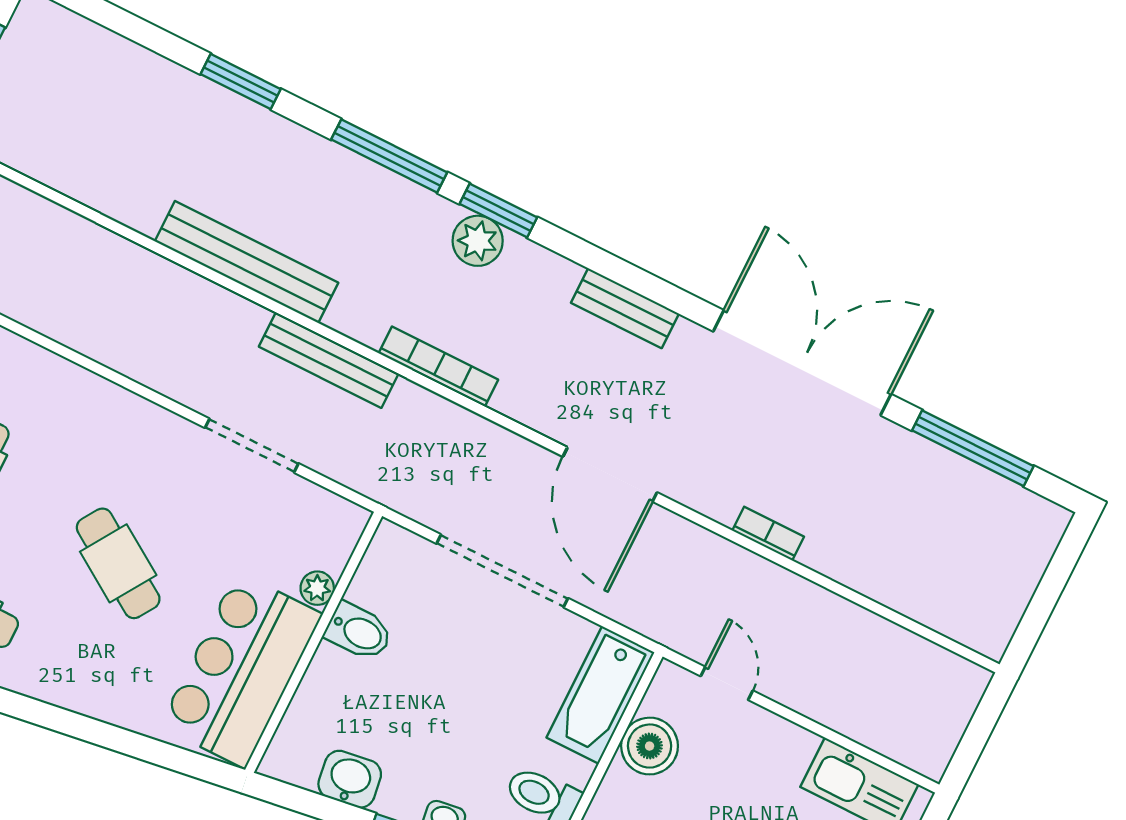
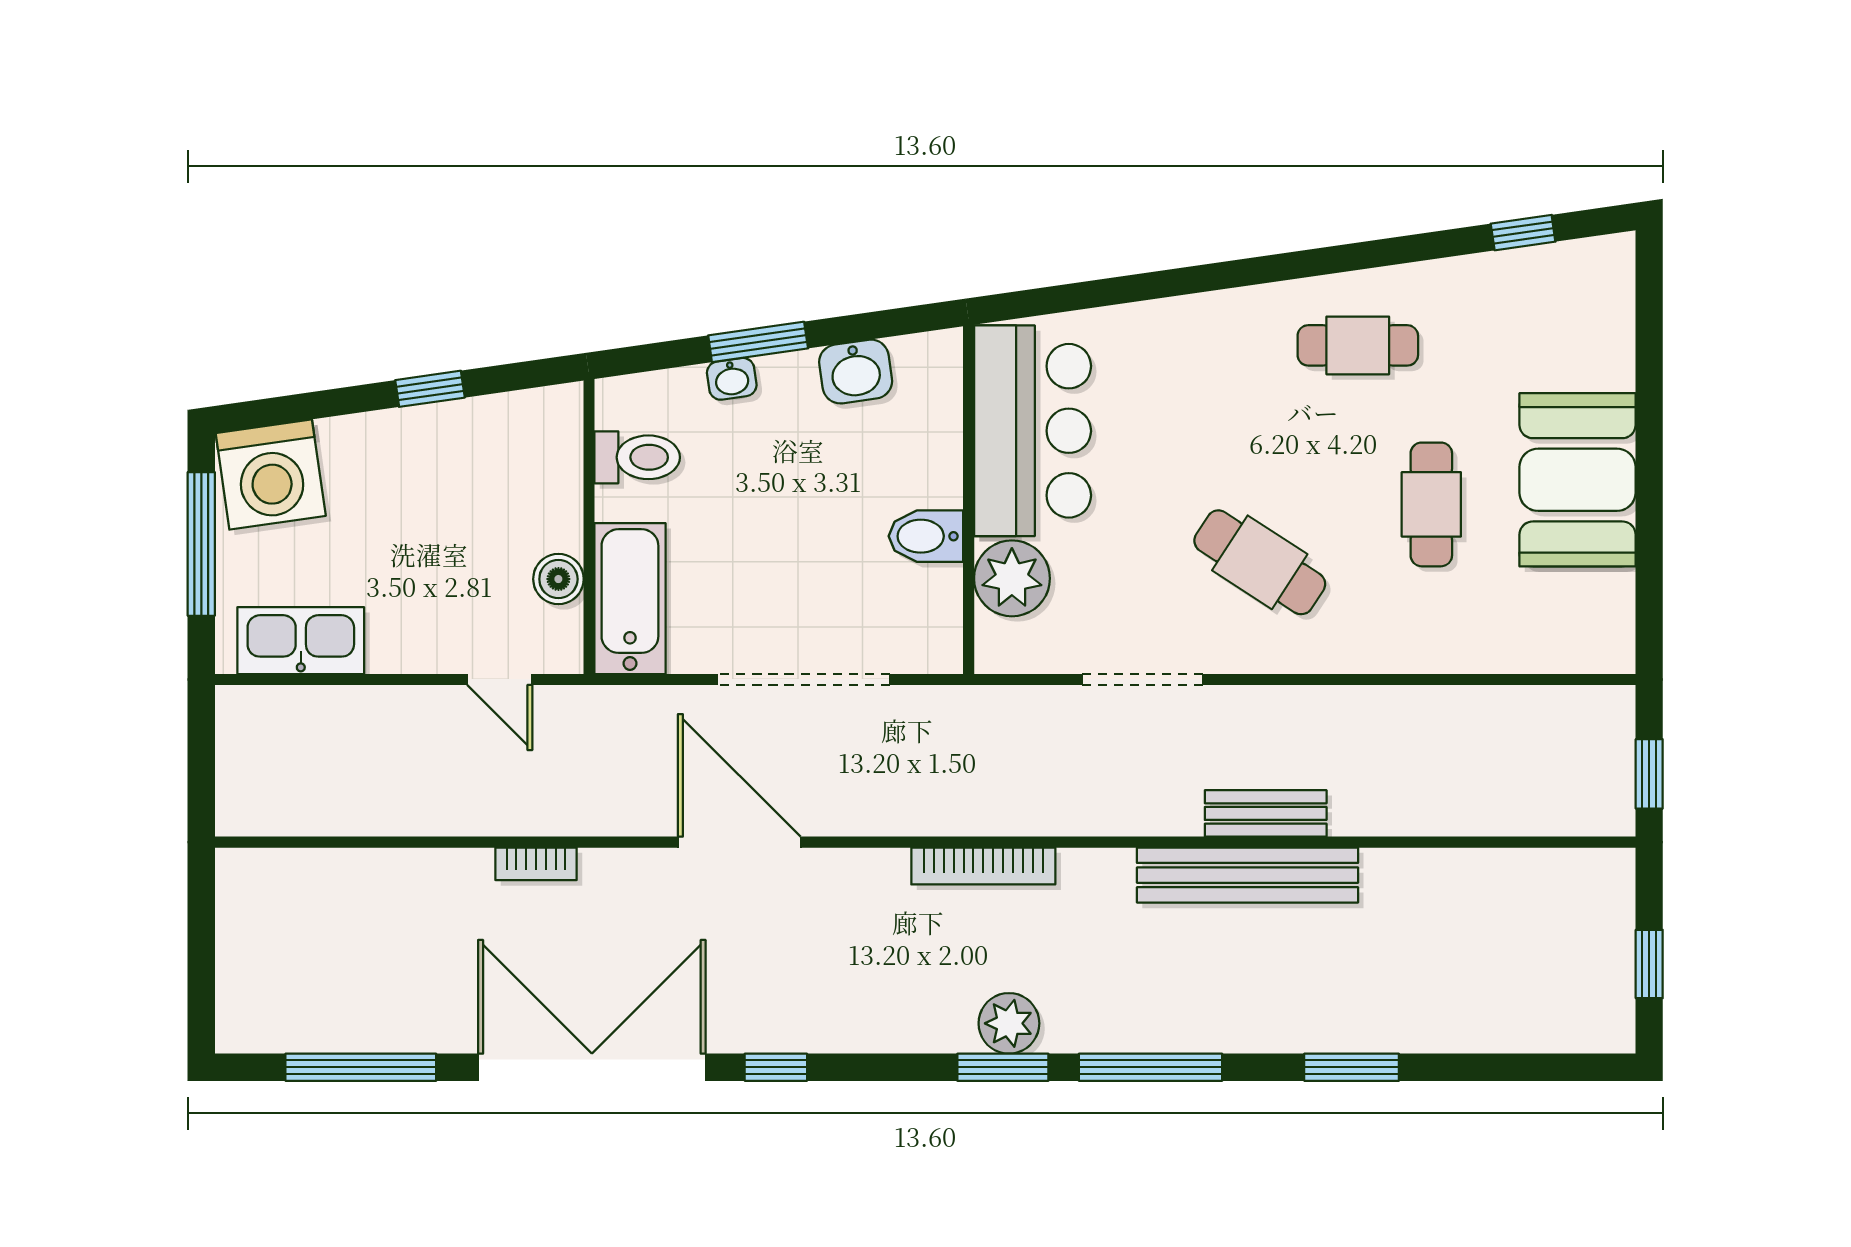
window: (666, 295) -> (776, 1067), added
bench: (625, 308) -> (813, 1030), removed
bench: (329, 360) -> (1266, 813), moved, width x0.73
double door: (802, 363) -> (592, 1067), swing flipped
cafe table: (118, 563) -> (1260, 562), moved
plant: (317, 588) -> (1012, 578), width x1.88, depth x1.88
boiler: (650, 746) -> (558, 579), width x0.73, depth x0.73

